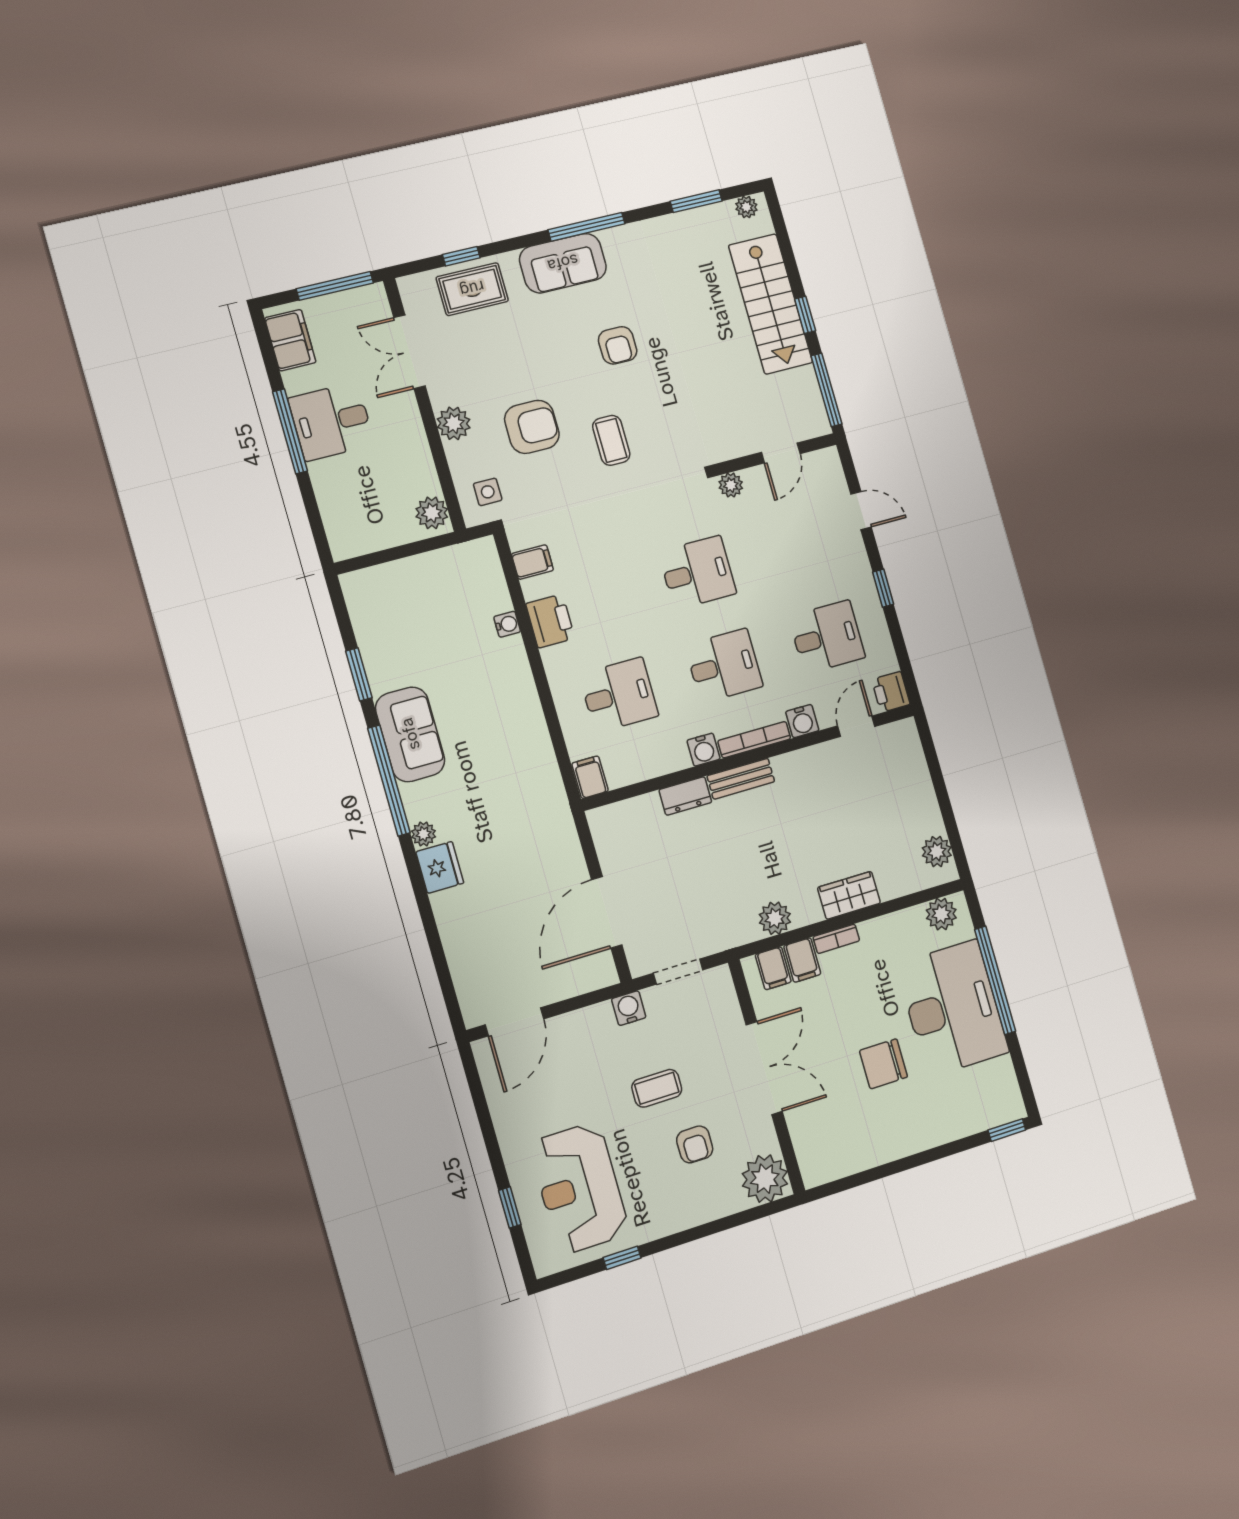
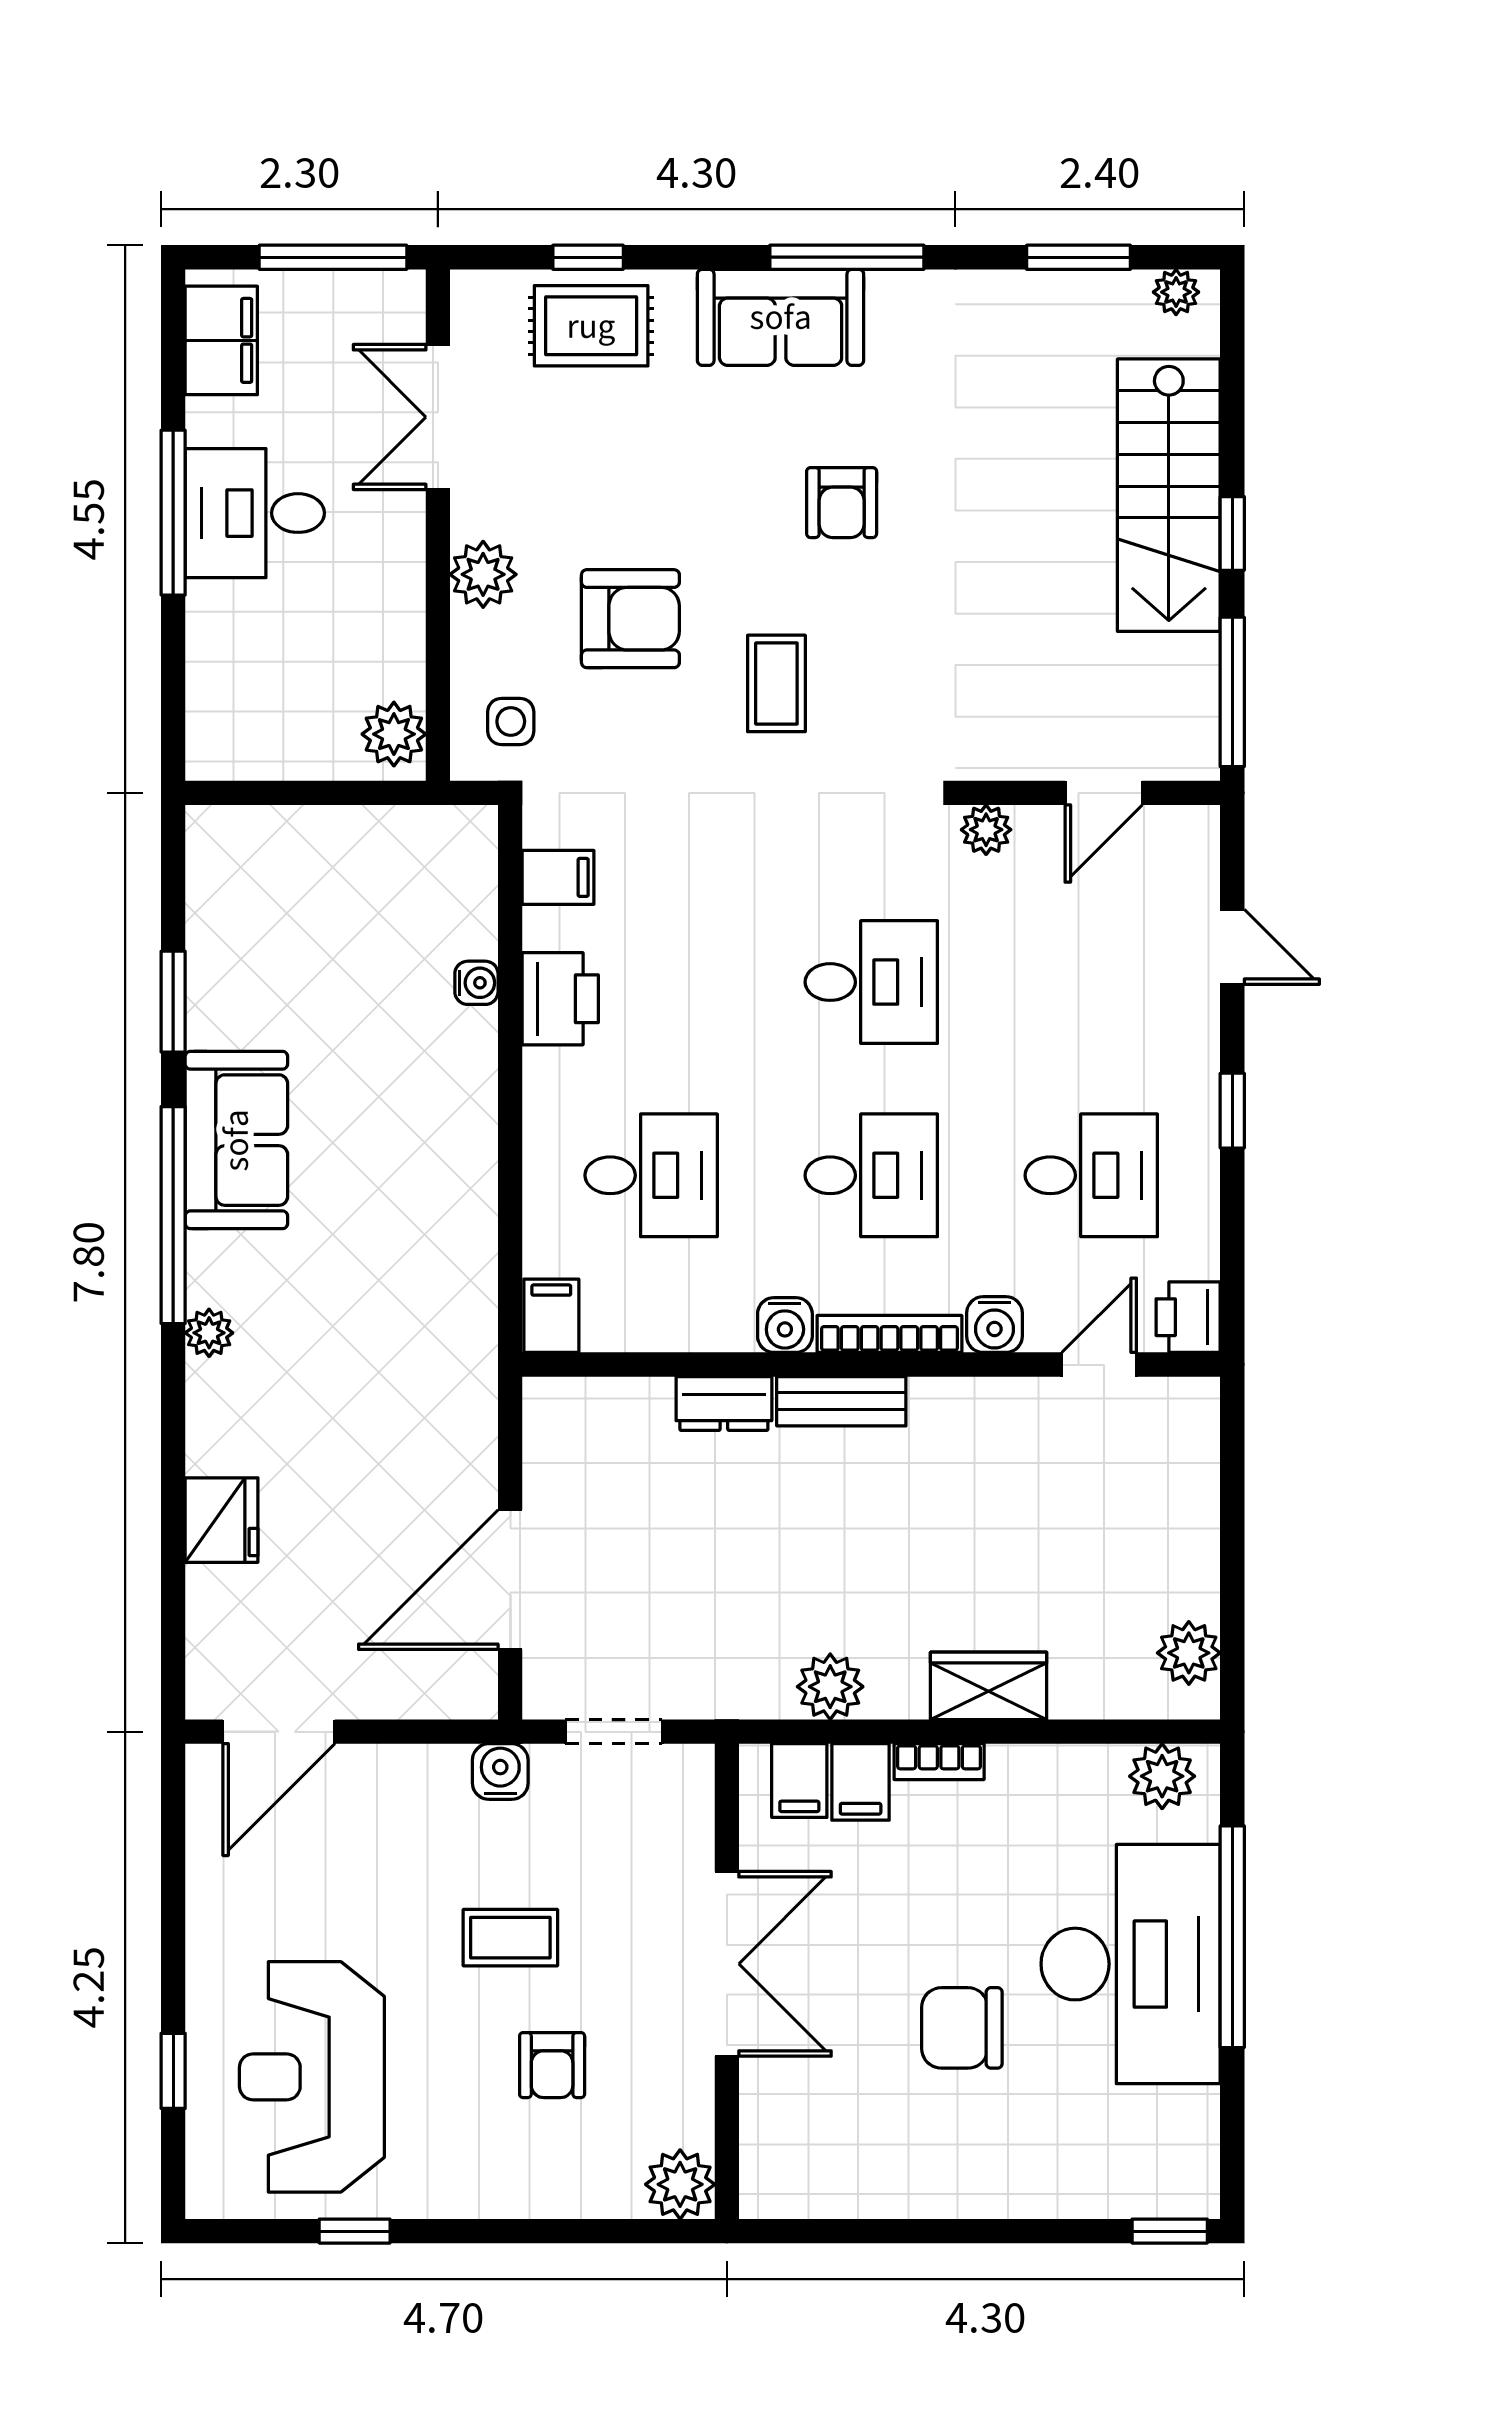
fridge: (440, 867) -> (222, 1520), moved
plant: (765, 1179) -> (680, 2184), width x0.73, depth x0.73

